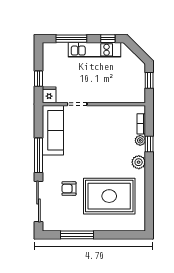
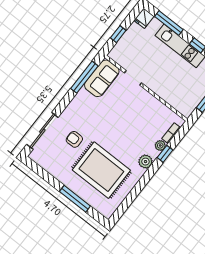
fridge: (49, 95) -> (144, 18), moved, turned 180
sofa: (53, 130) -> (102, 78), width x0.73
window: (38, 155) -> (84, 77), moved
window: (77, 235) -> (75, 199), moved

